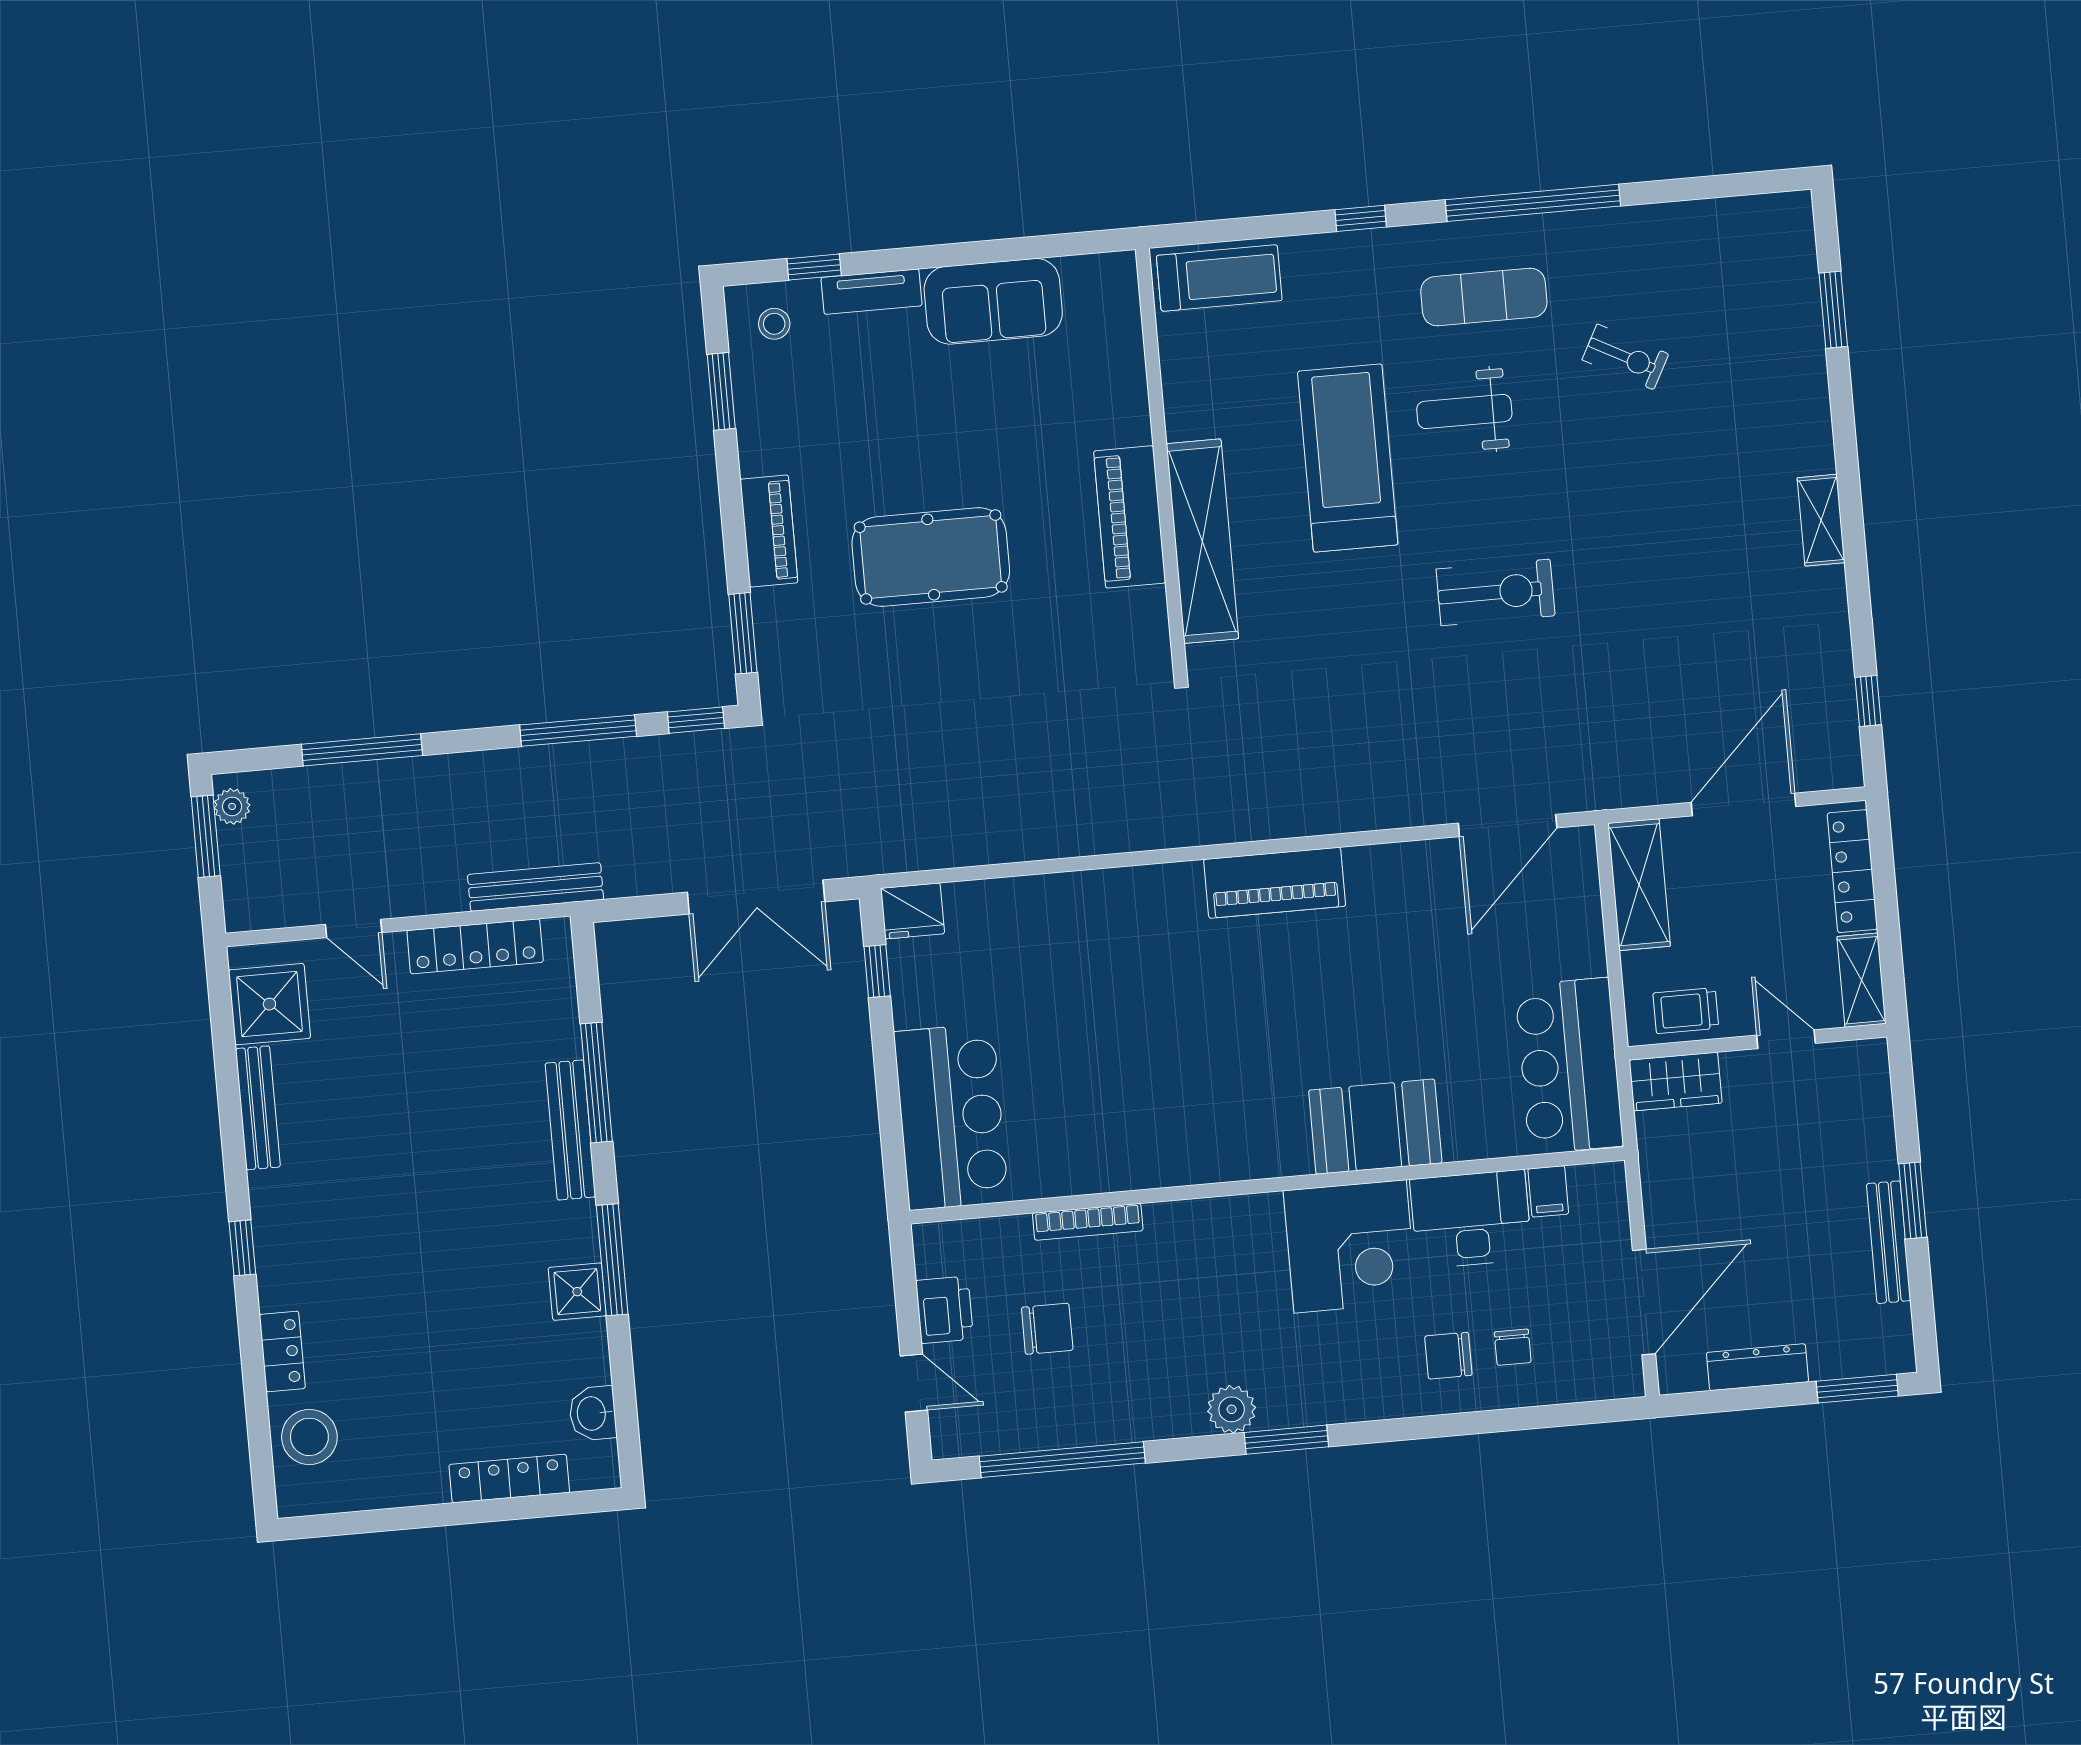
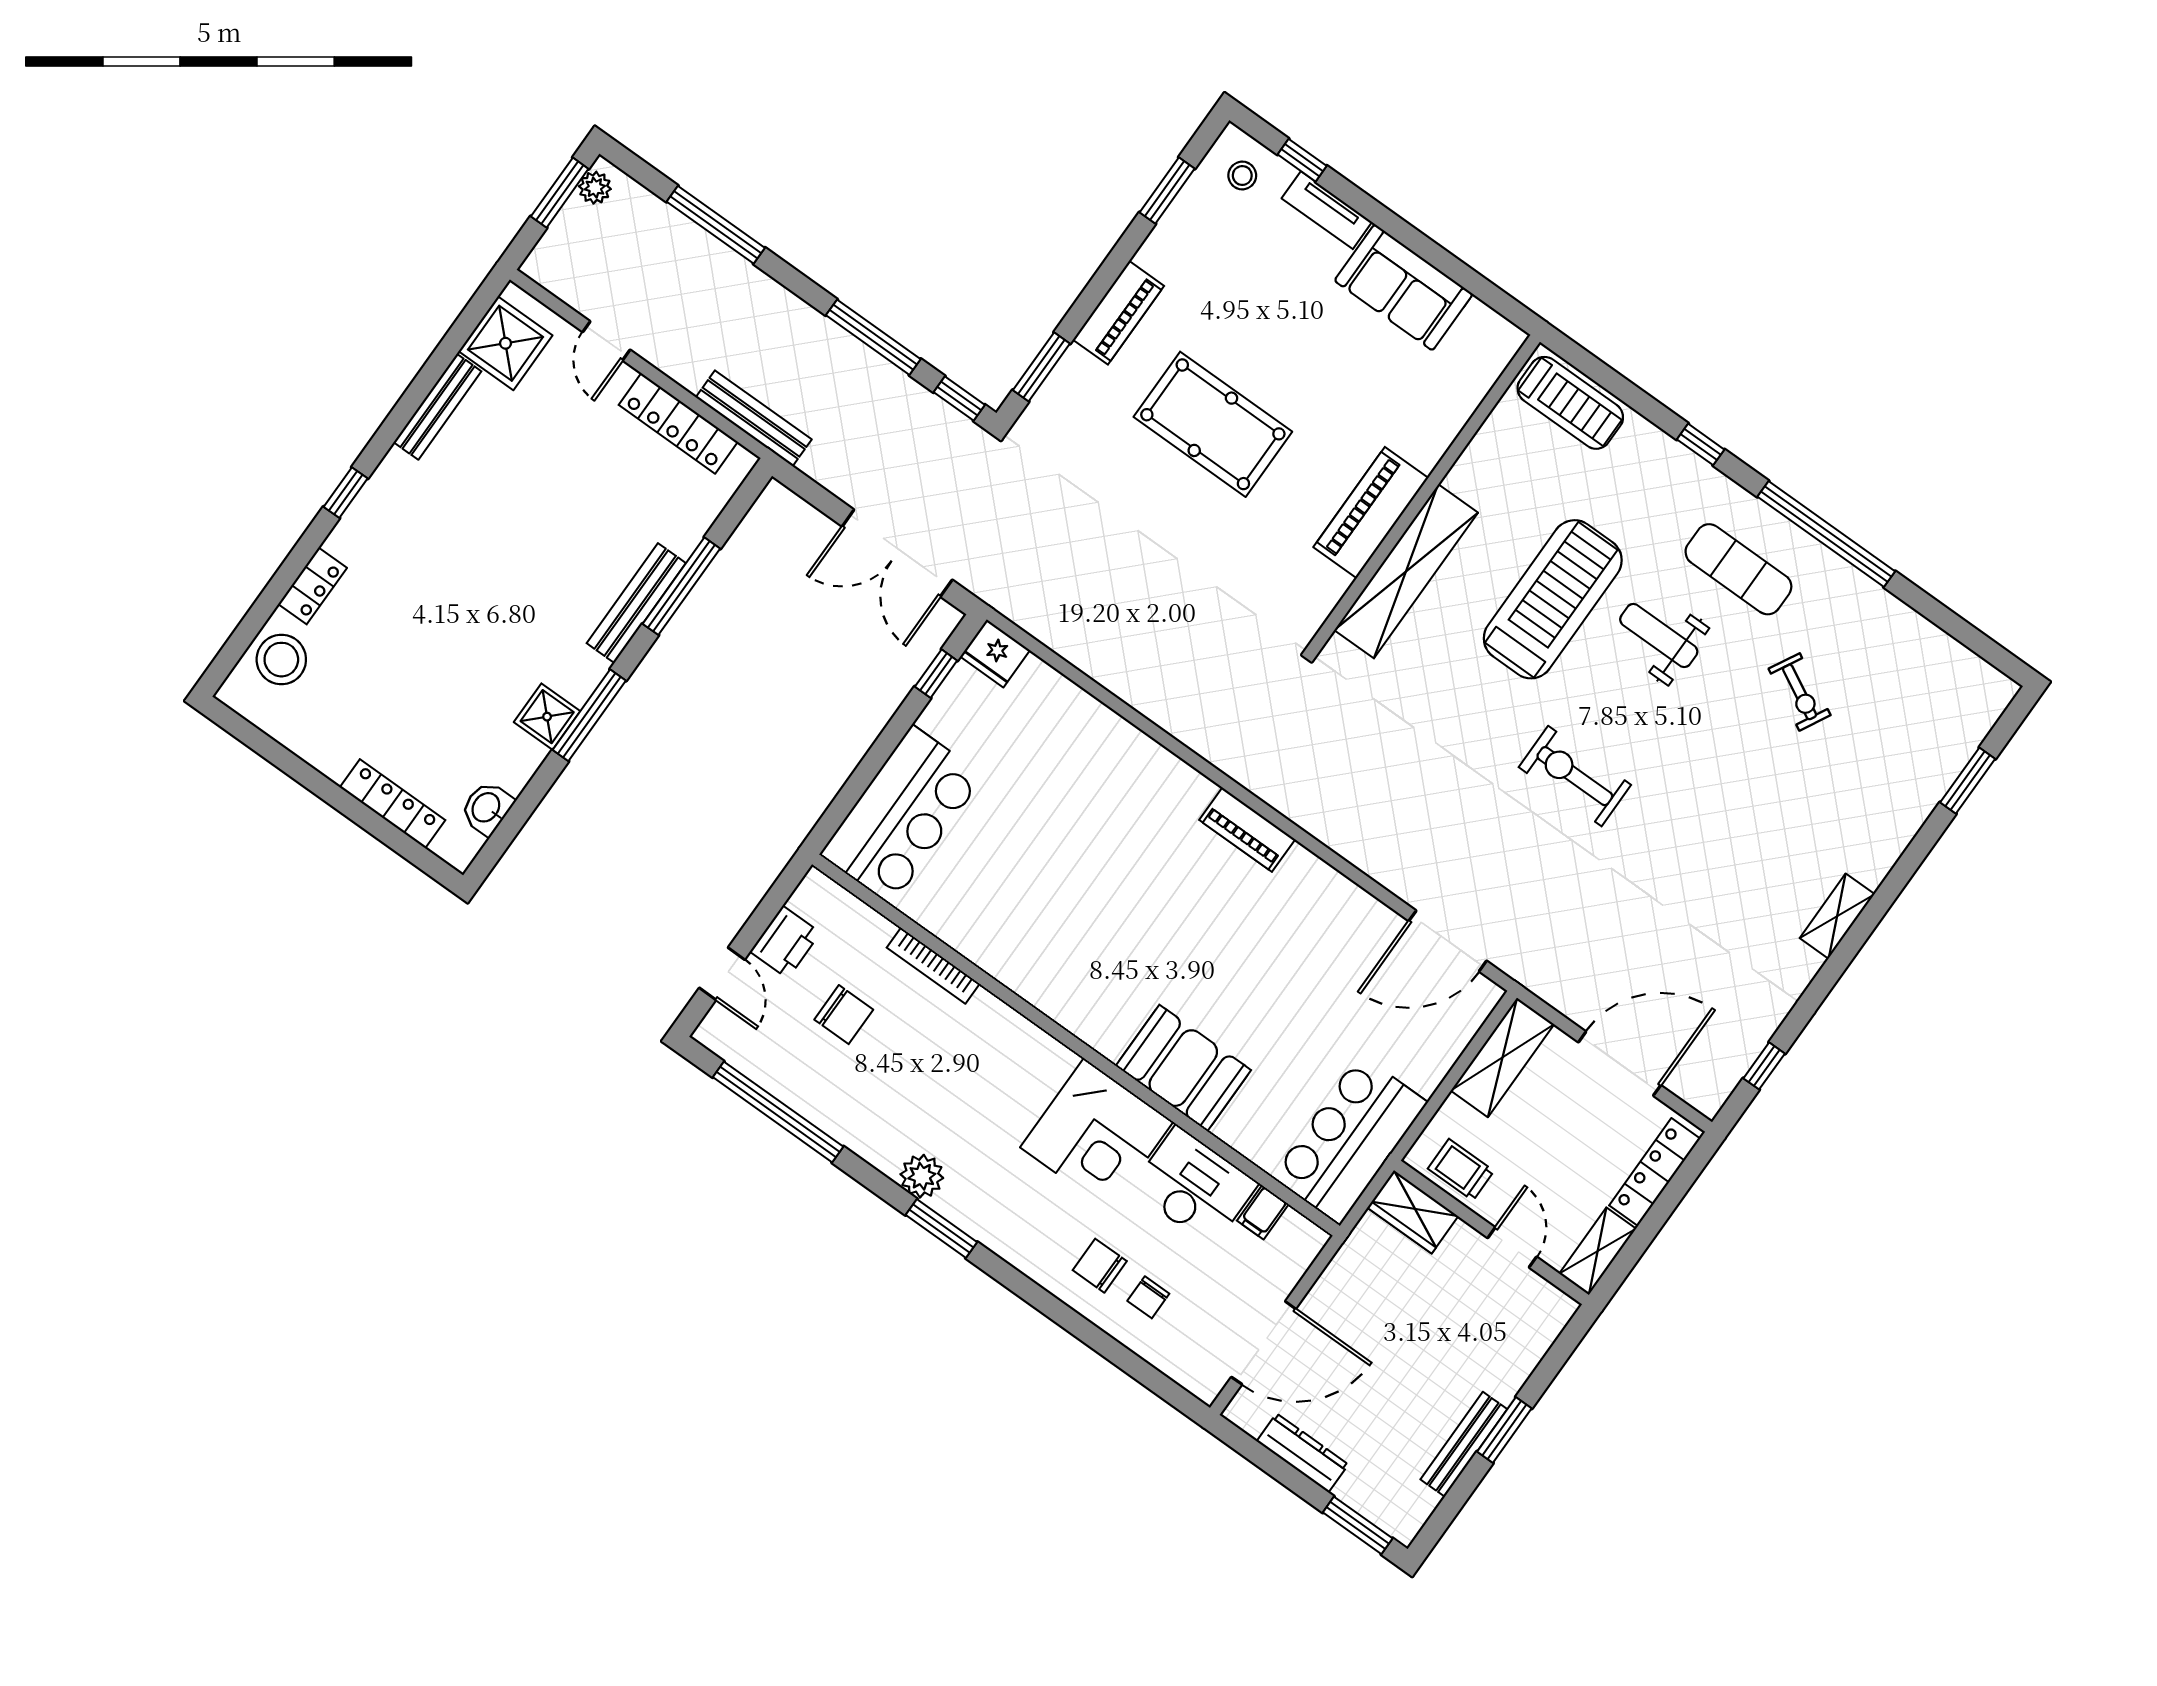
exercise bike: (1496, 592) -> (1575, 776), turned 180
piano: (1275, 883) -> (1247, 830), width x0.73, depth x0.75

